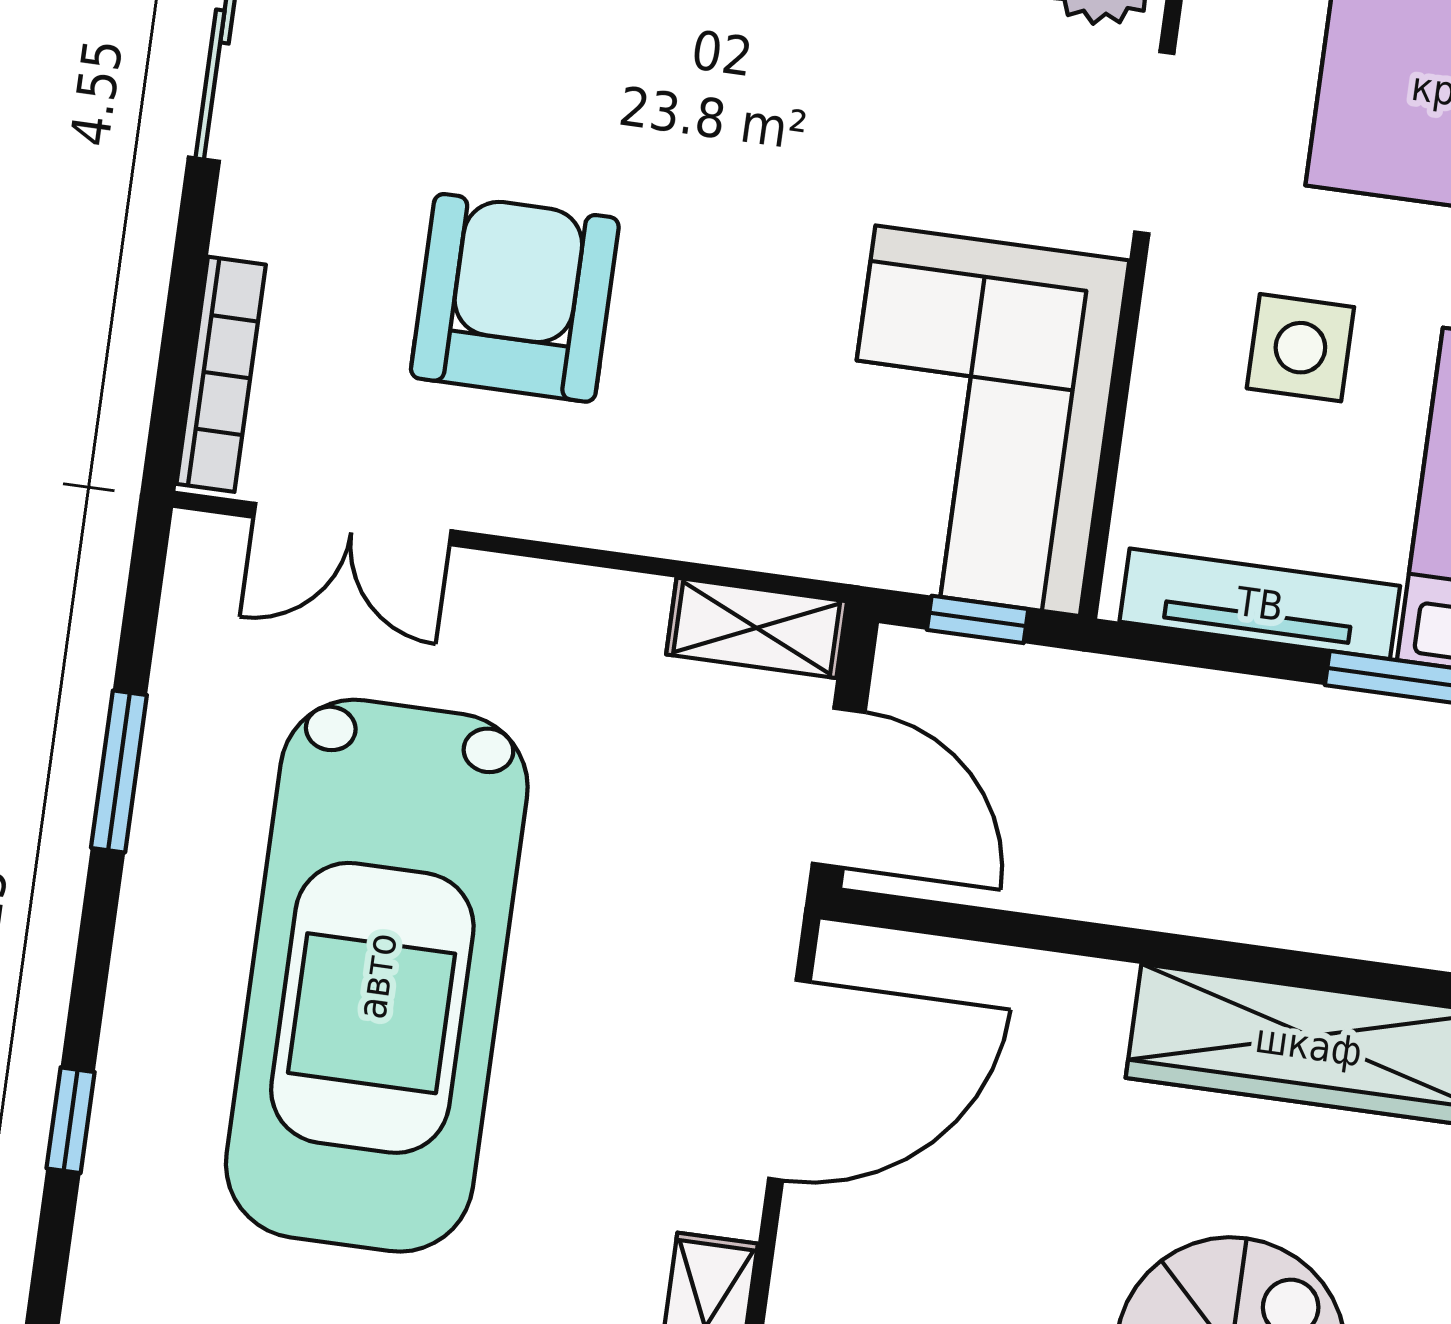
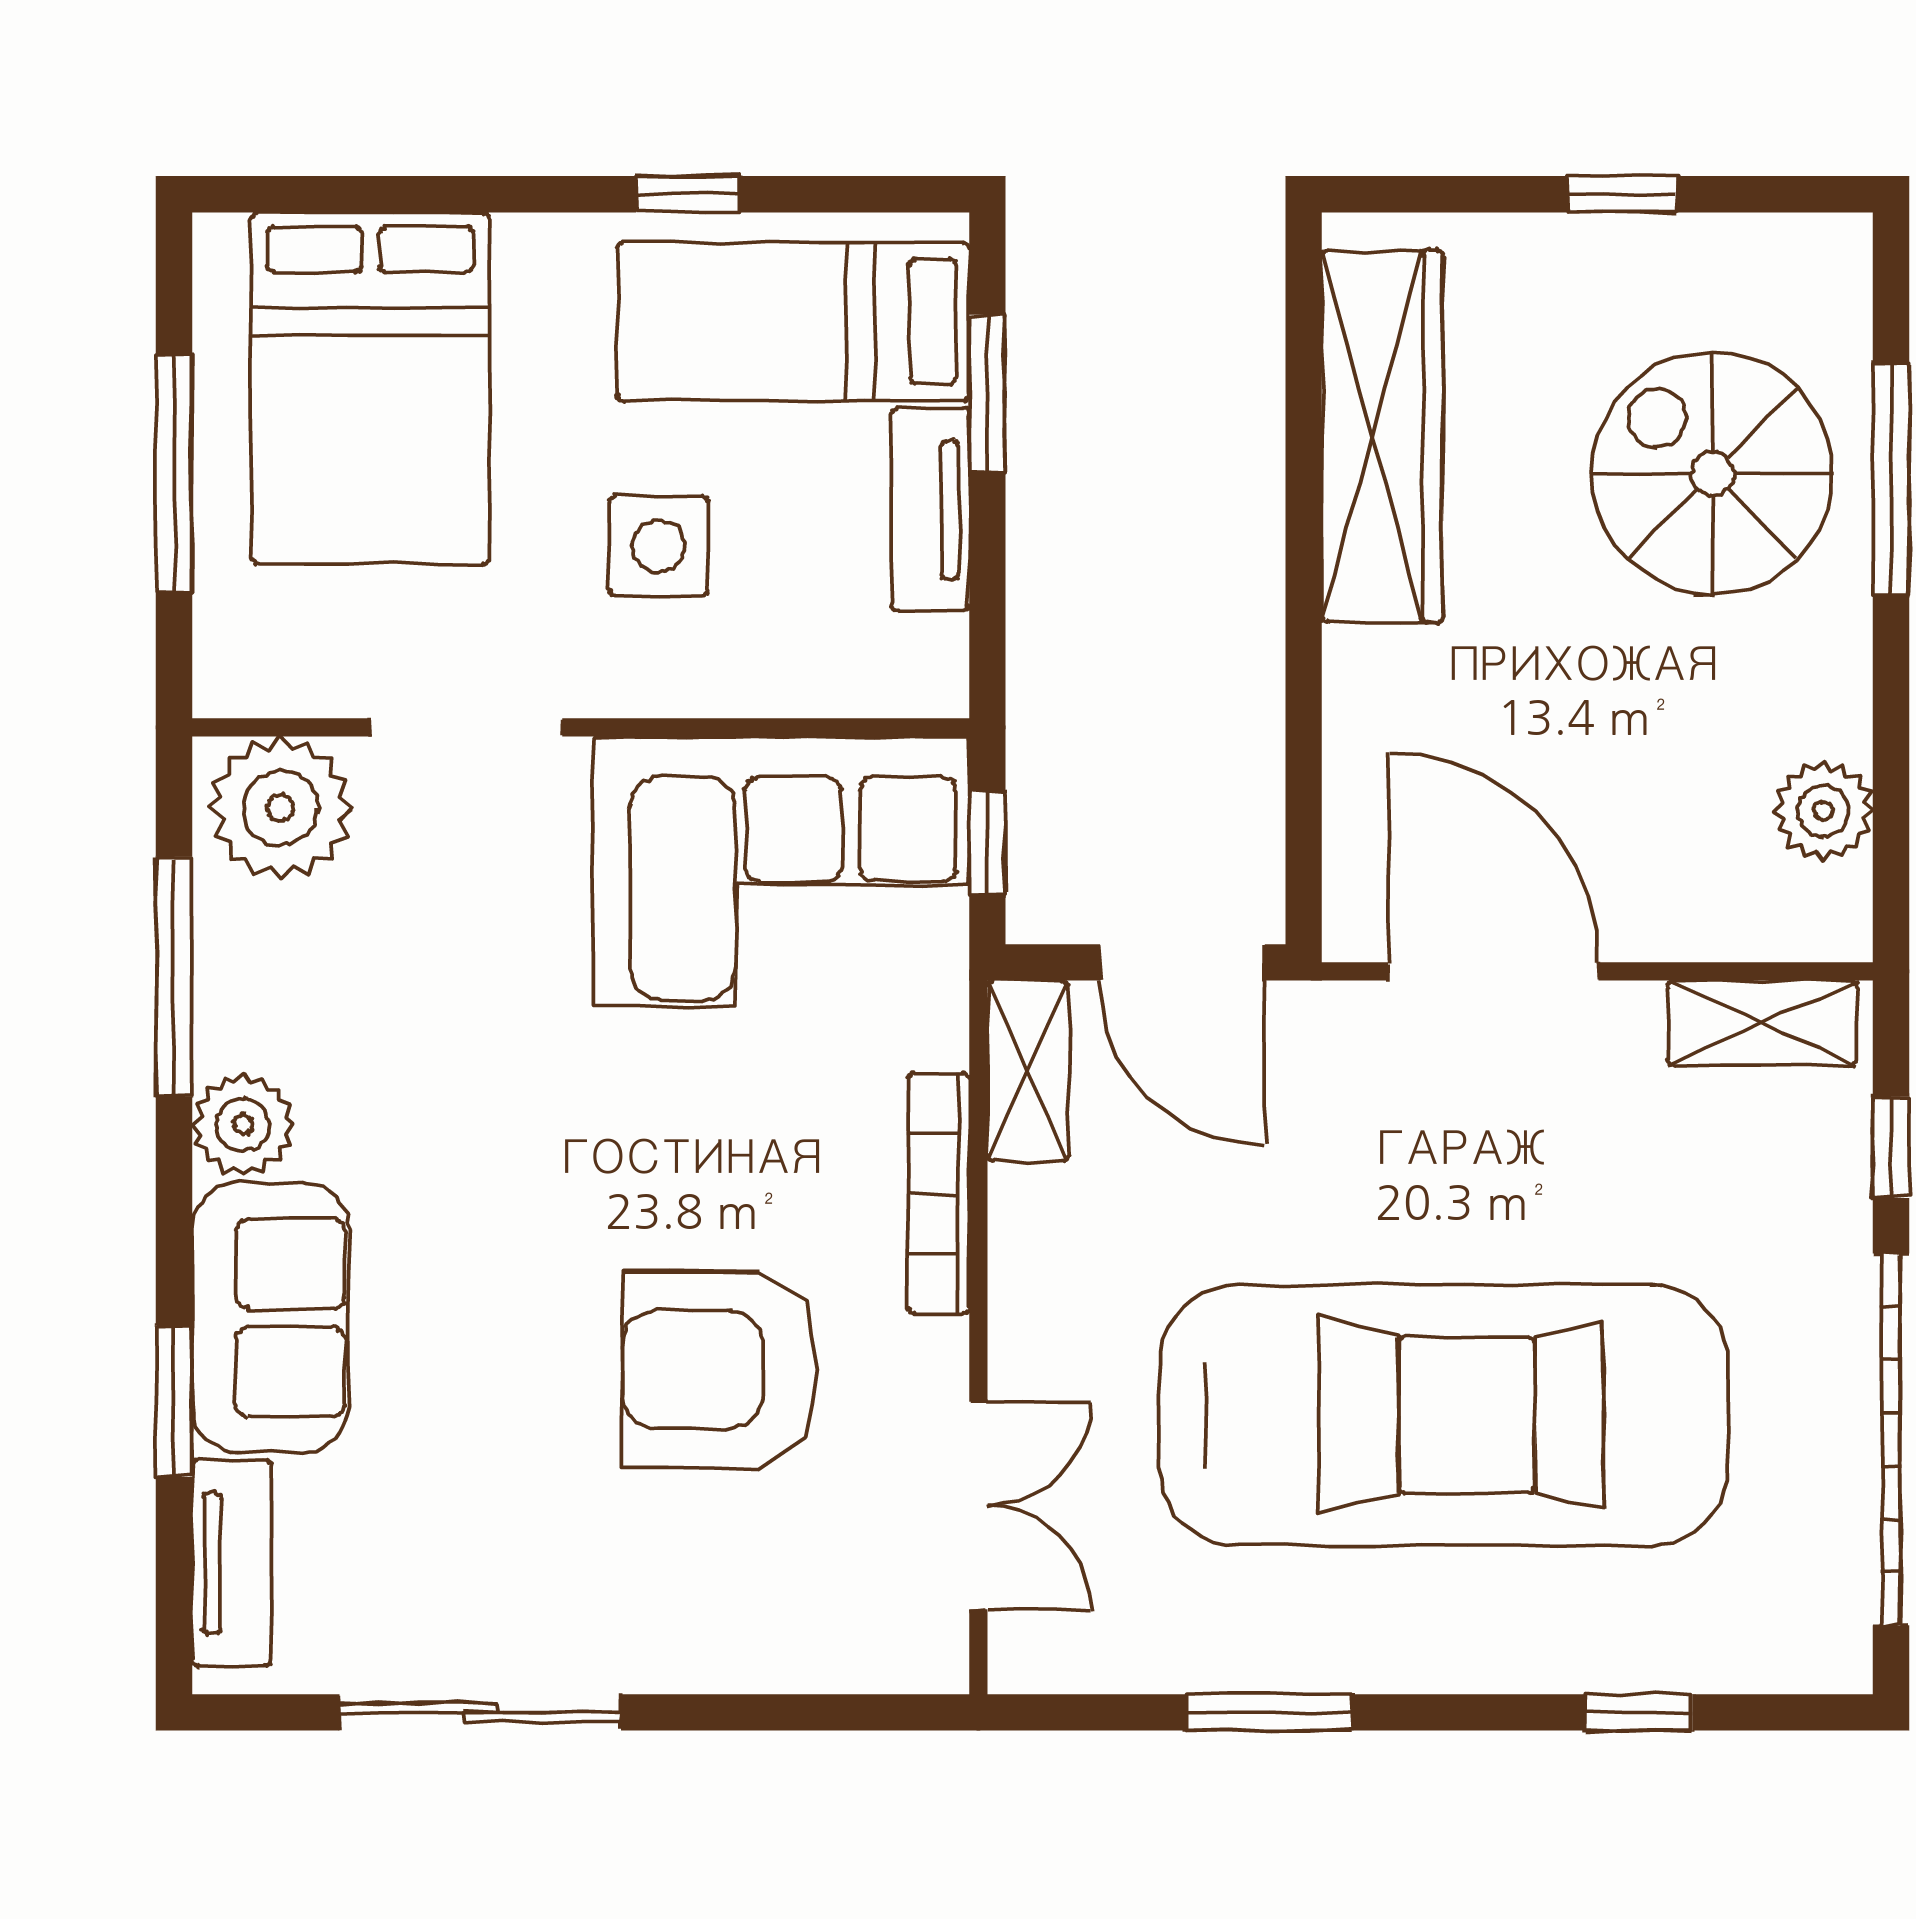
bookcase: (221, 374) -> (938, 1193), moved, turned -90
tv unit: (1260, 604) -> (930, 510), width x0.71
door: (839, 788) -> (1182, 962), swing flipped

